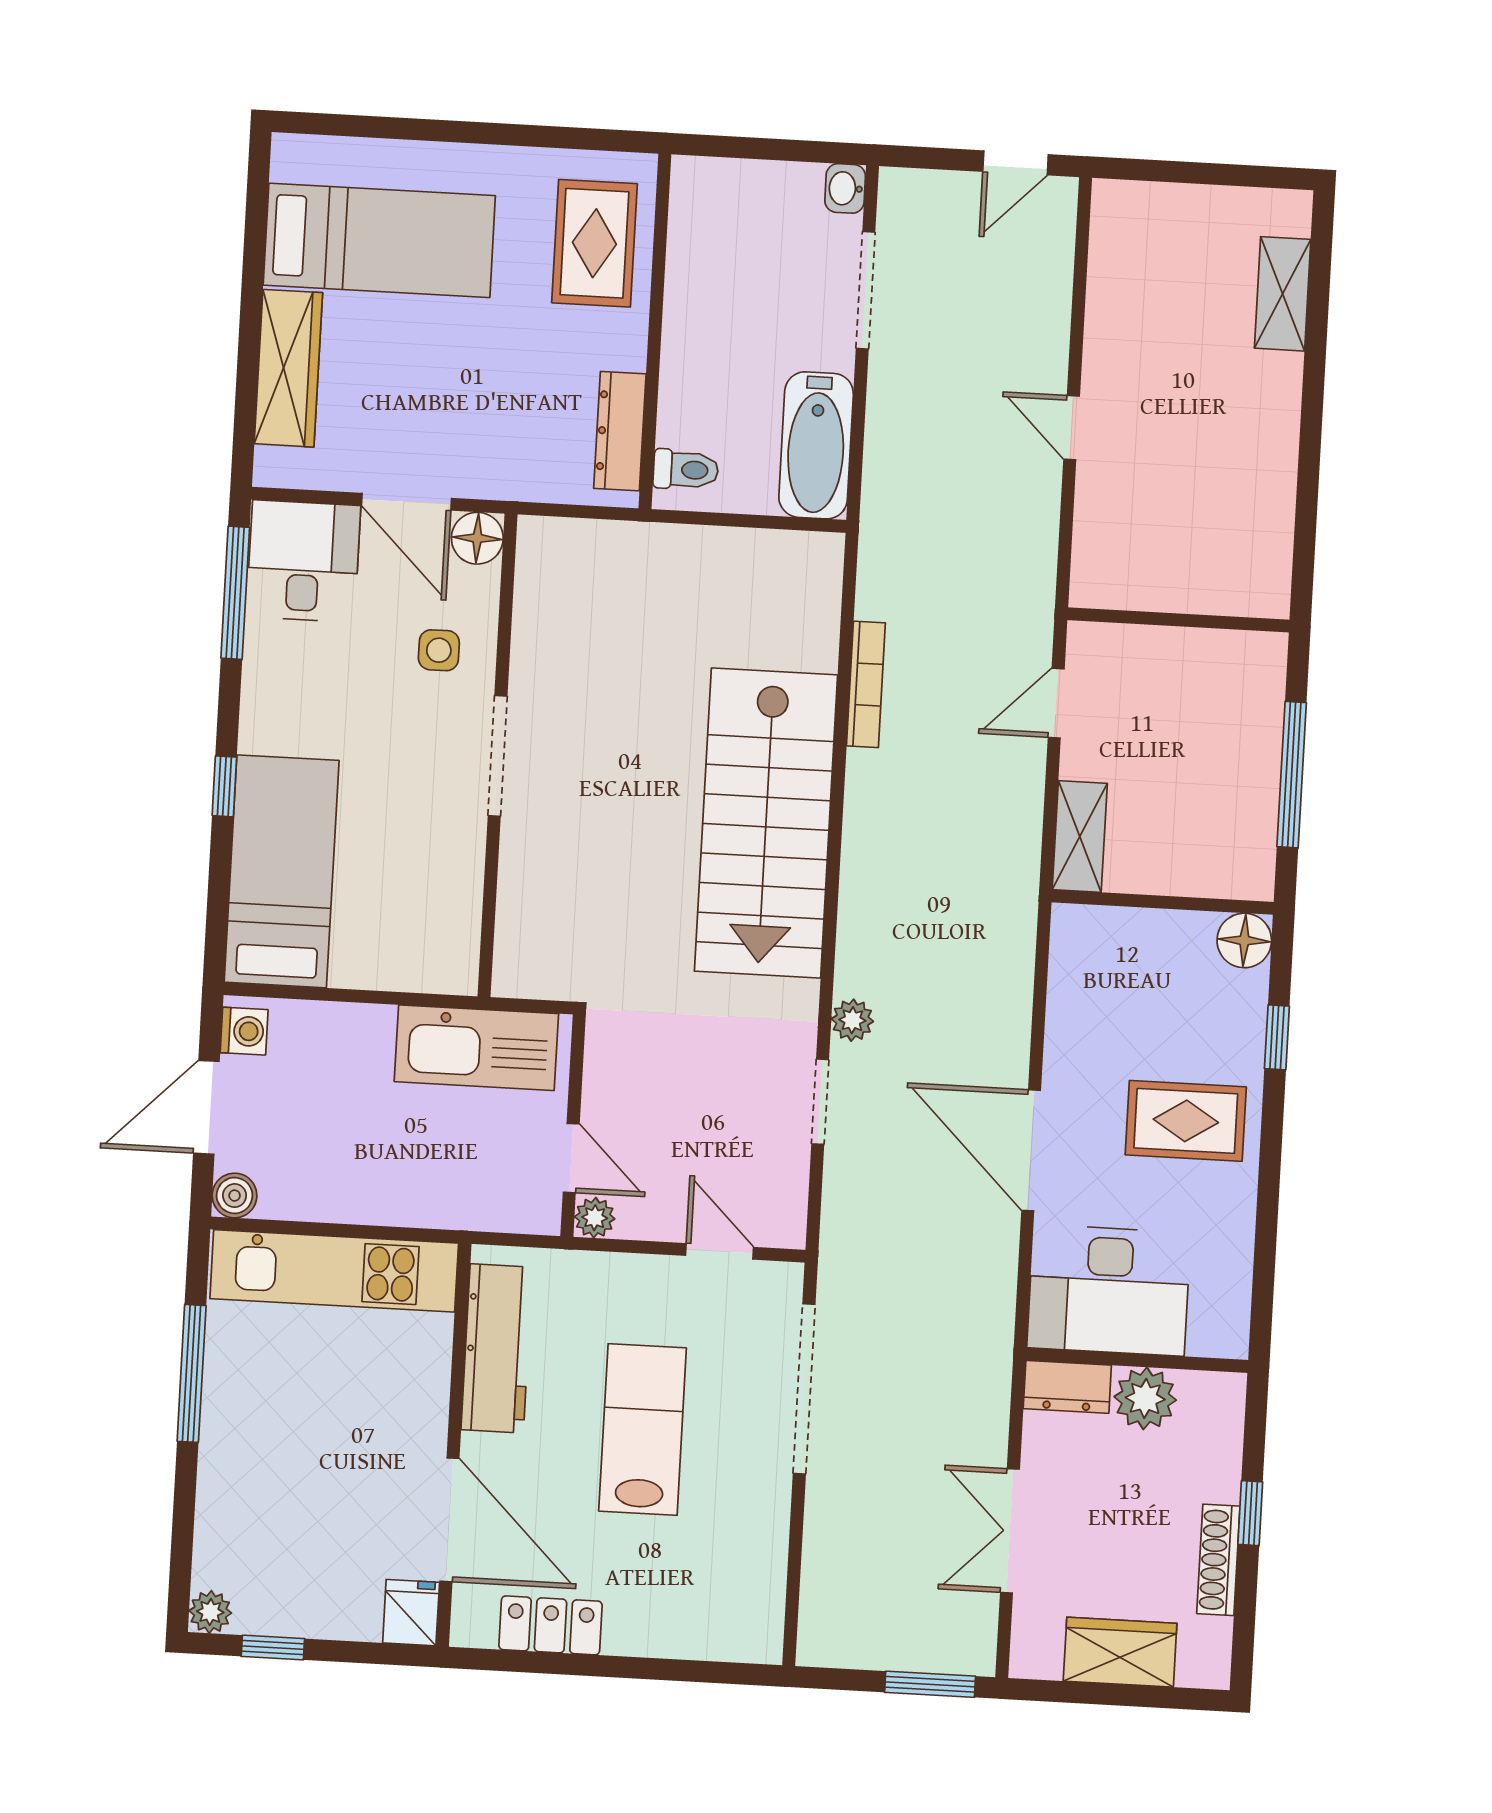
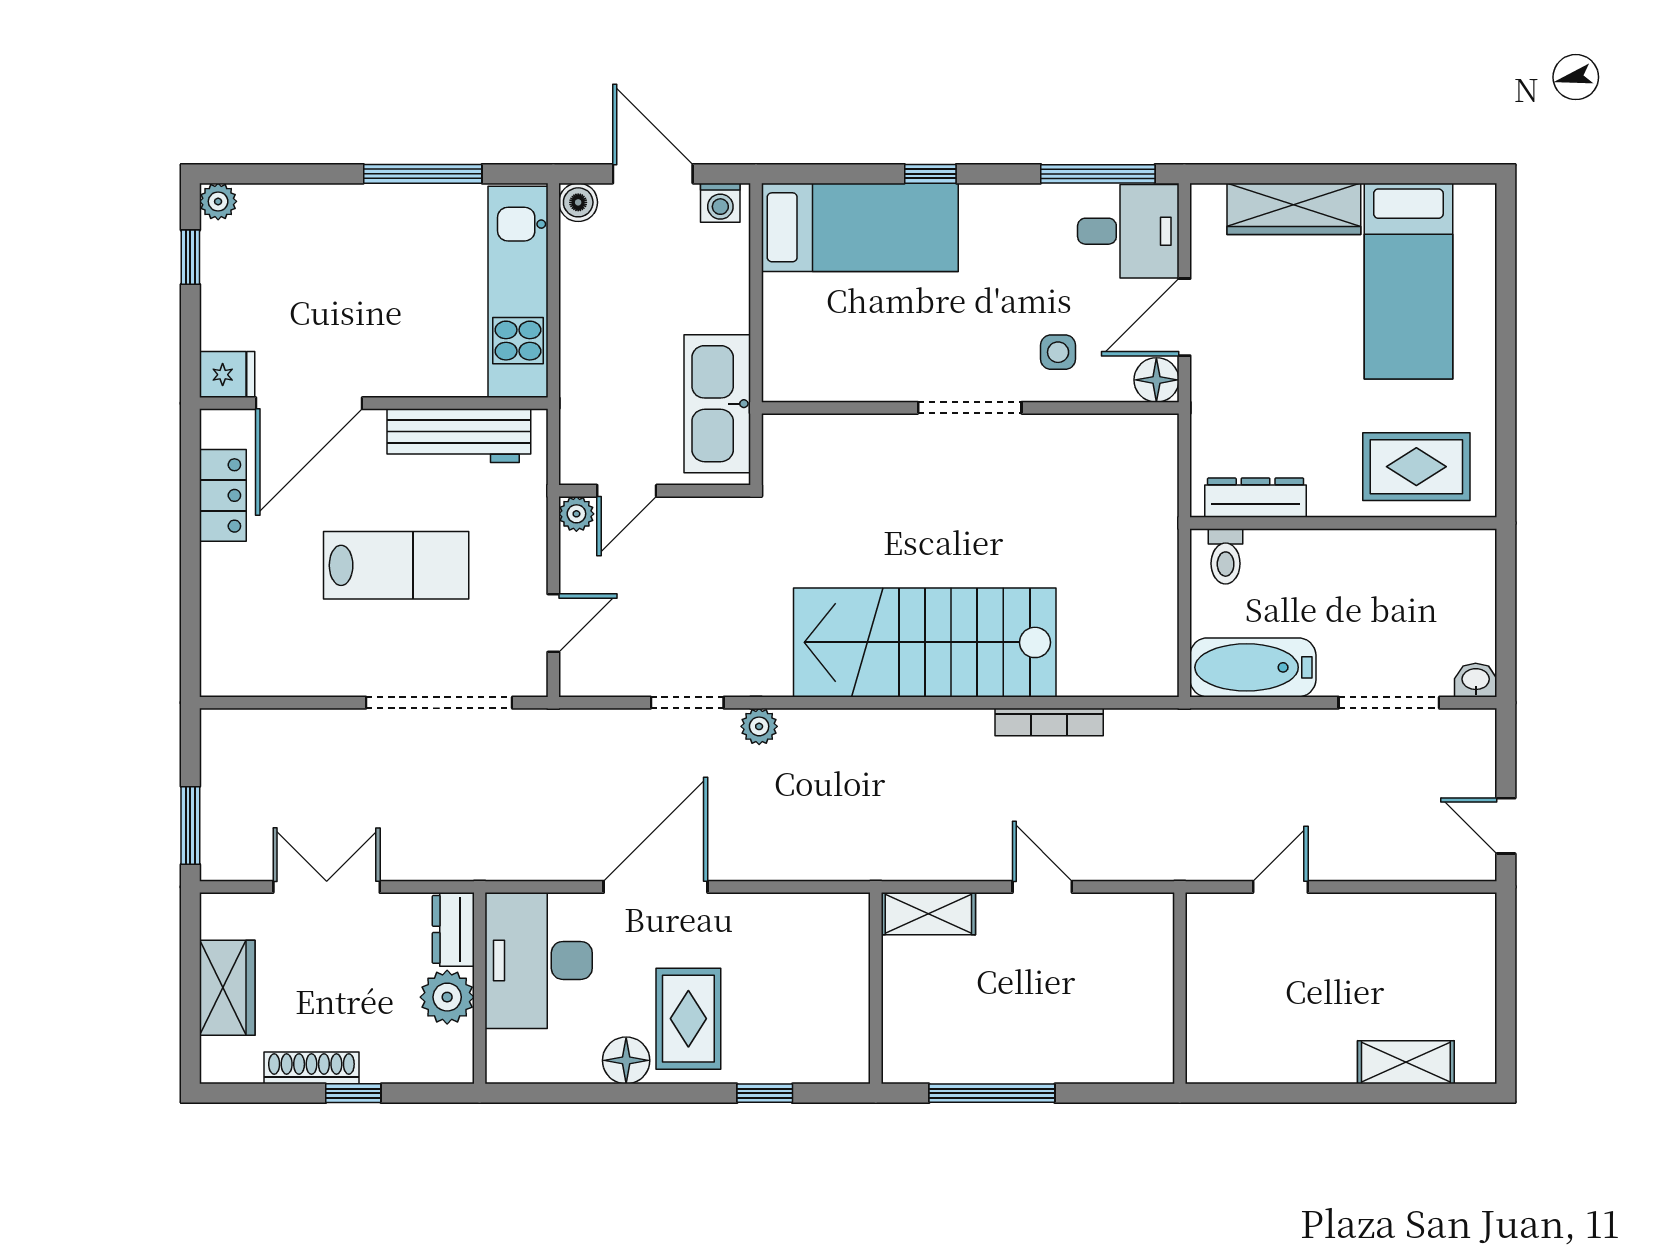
wall: (1178, 620) -> (1180, 988), moved
floor lamp: (1244, 940) -> (626, 1060), moved

